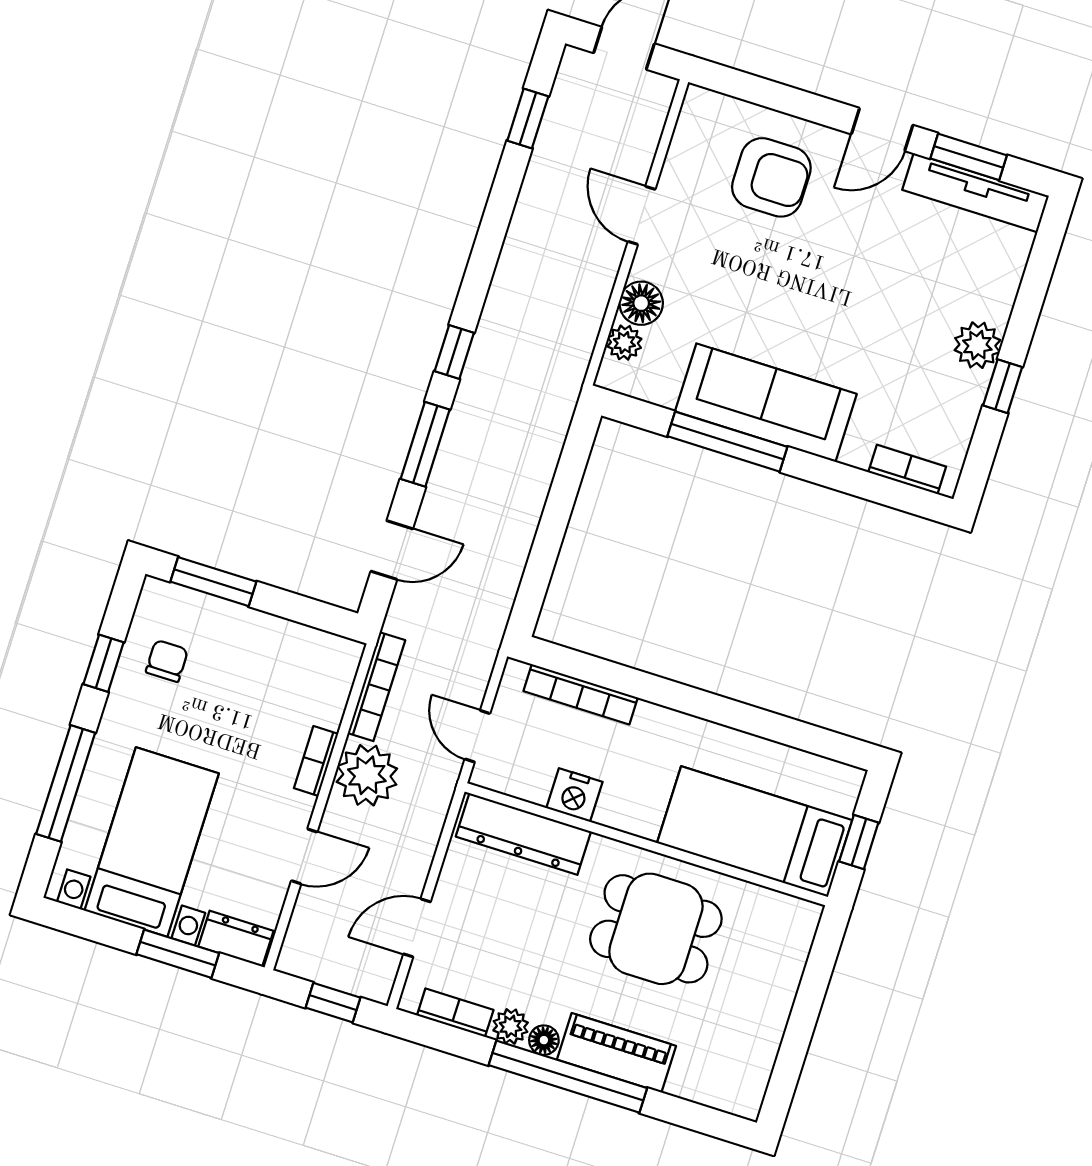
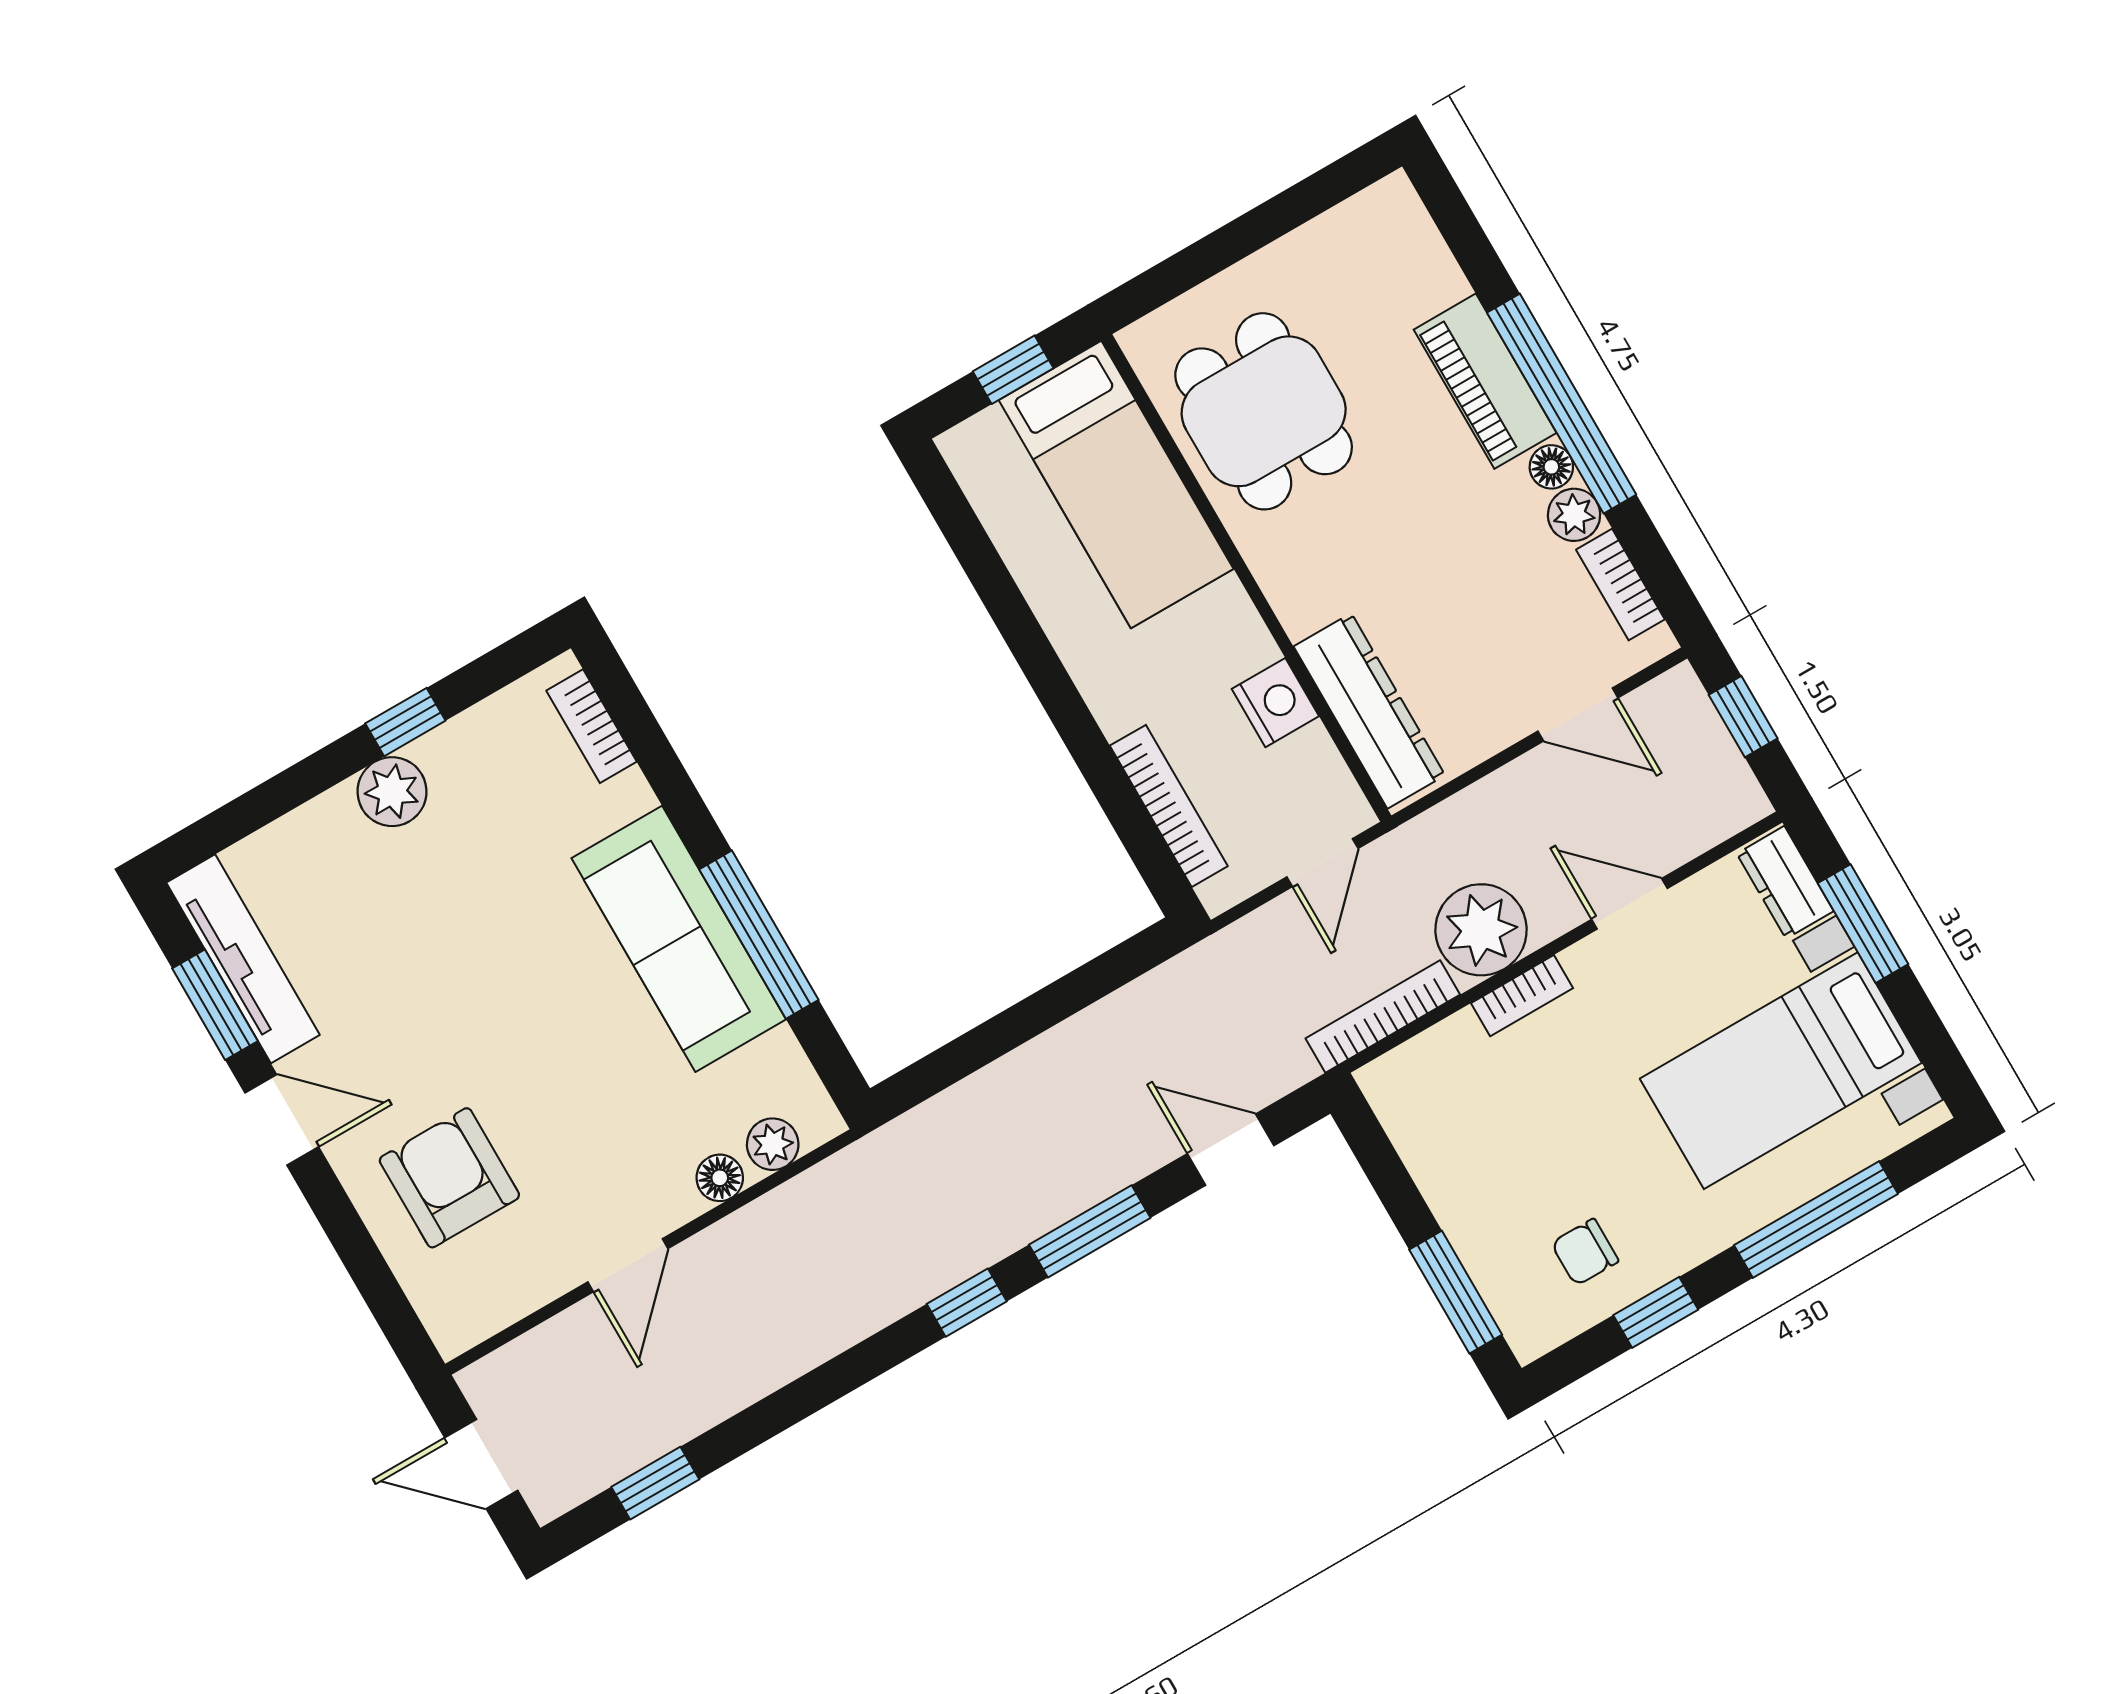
floor lamp: (641, 303) -> (720, 1178), width x0.73, depth x0.73
dining table: (656, 929) -> (1264, 411), moved

